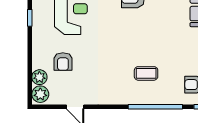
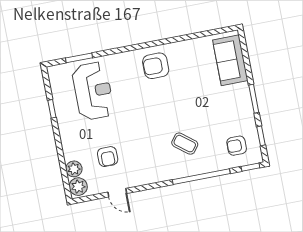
armchair: (63, 62) -> (108, 157), moved
coffee table: (146, 73) -> (185, 144), turned 38

